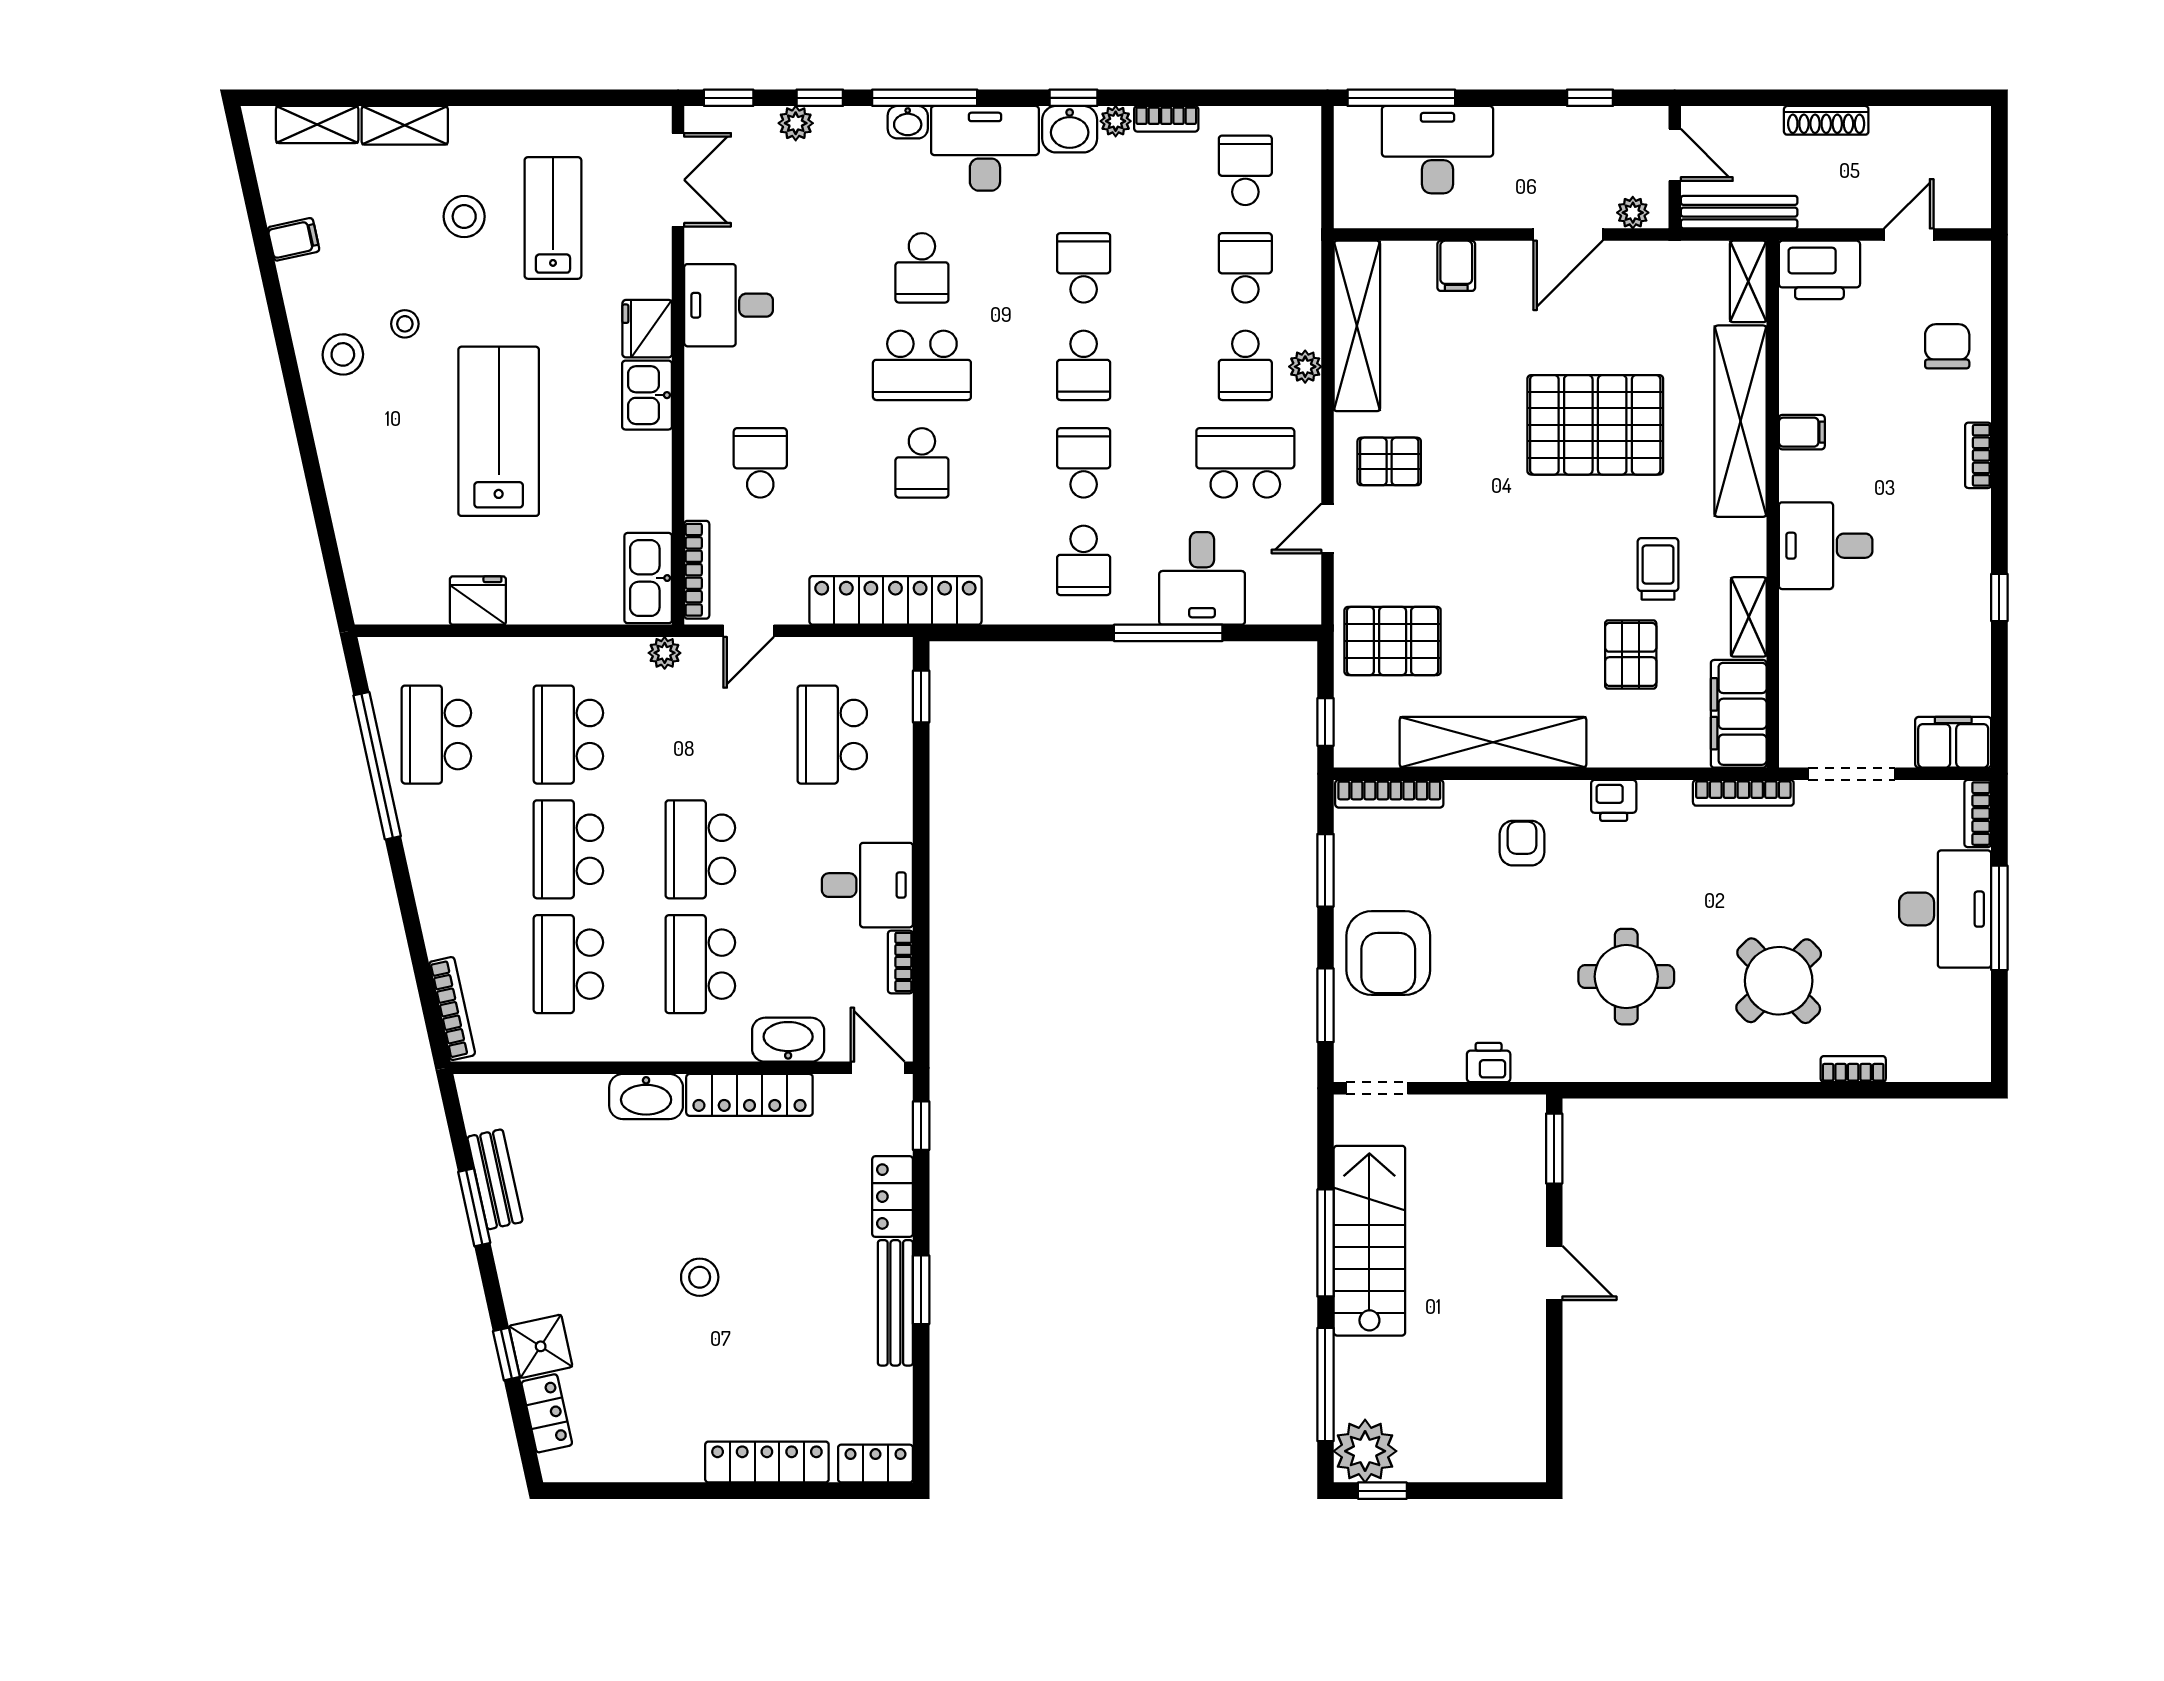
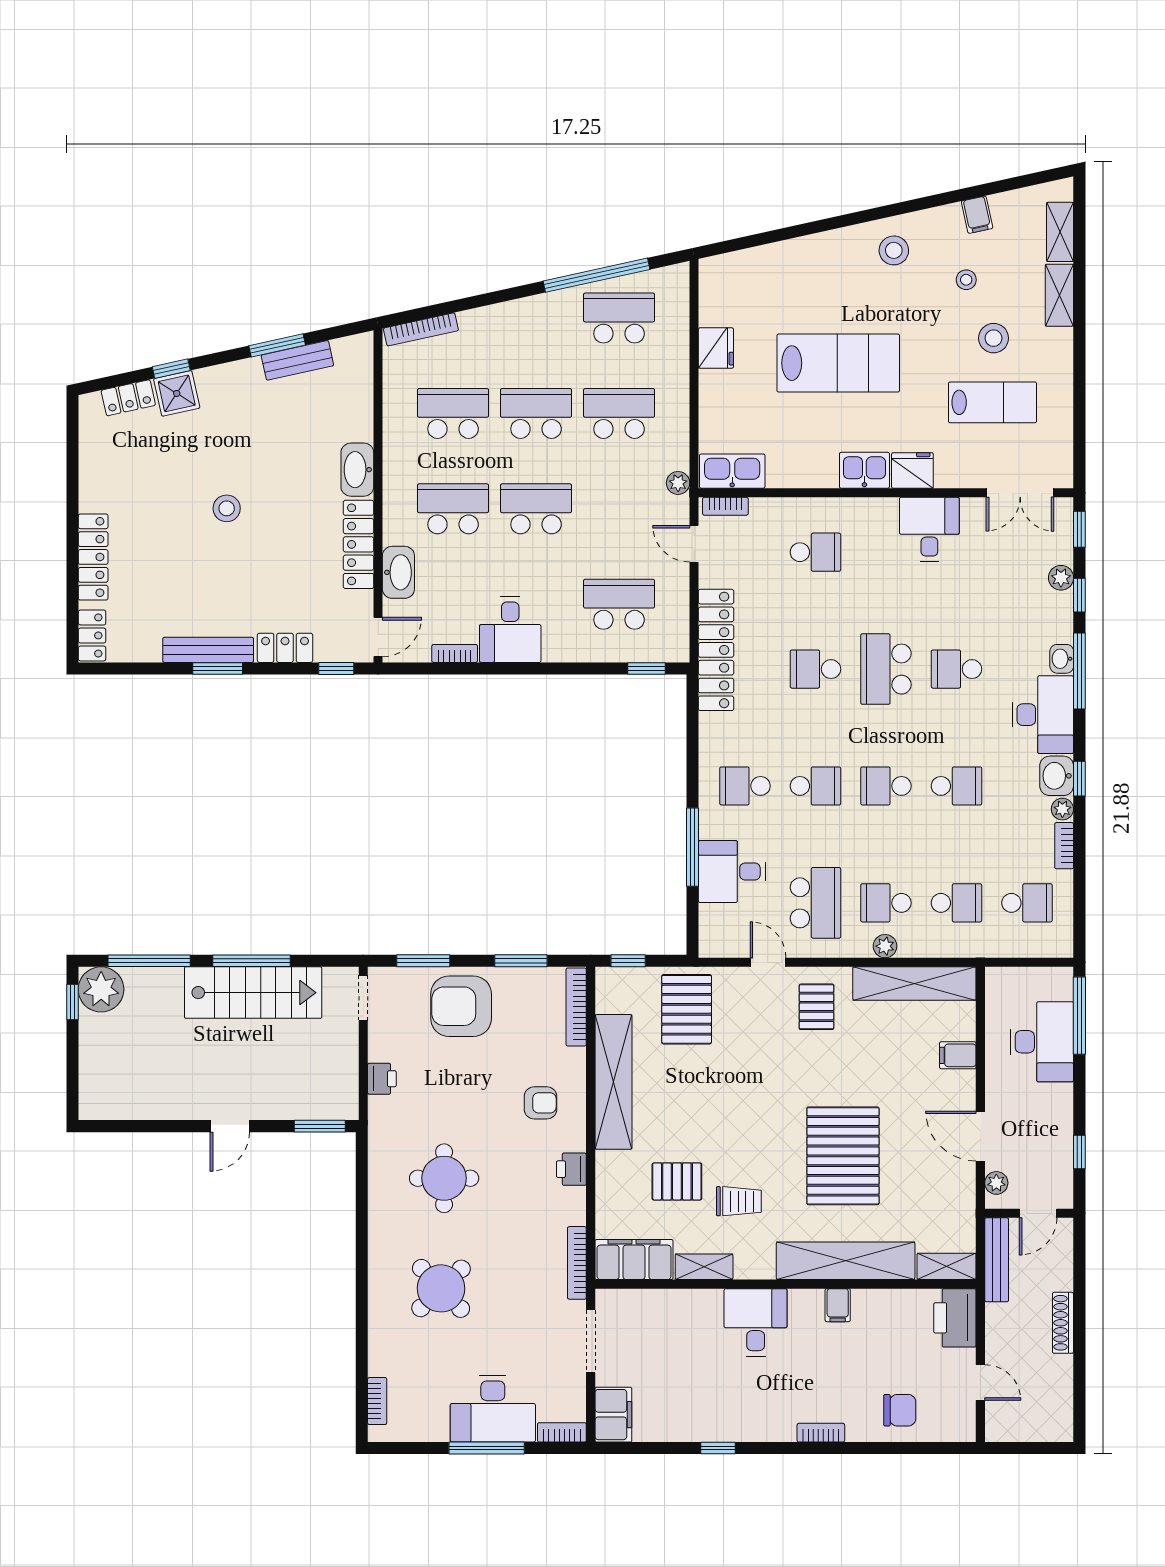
stool: (405, 324) -> (966, 280), moved
bookcase: (697, 570) -> (725, 506), width x0.64
bookcase: (1853, 1069) -> (377, 1401), moved

